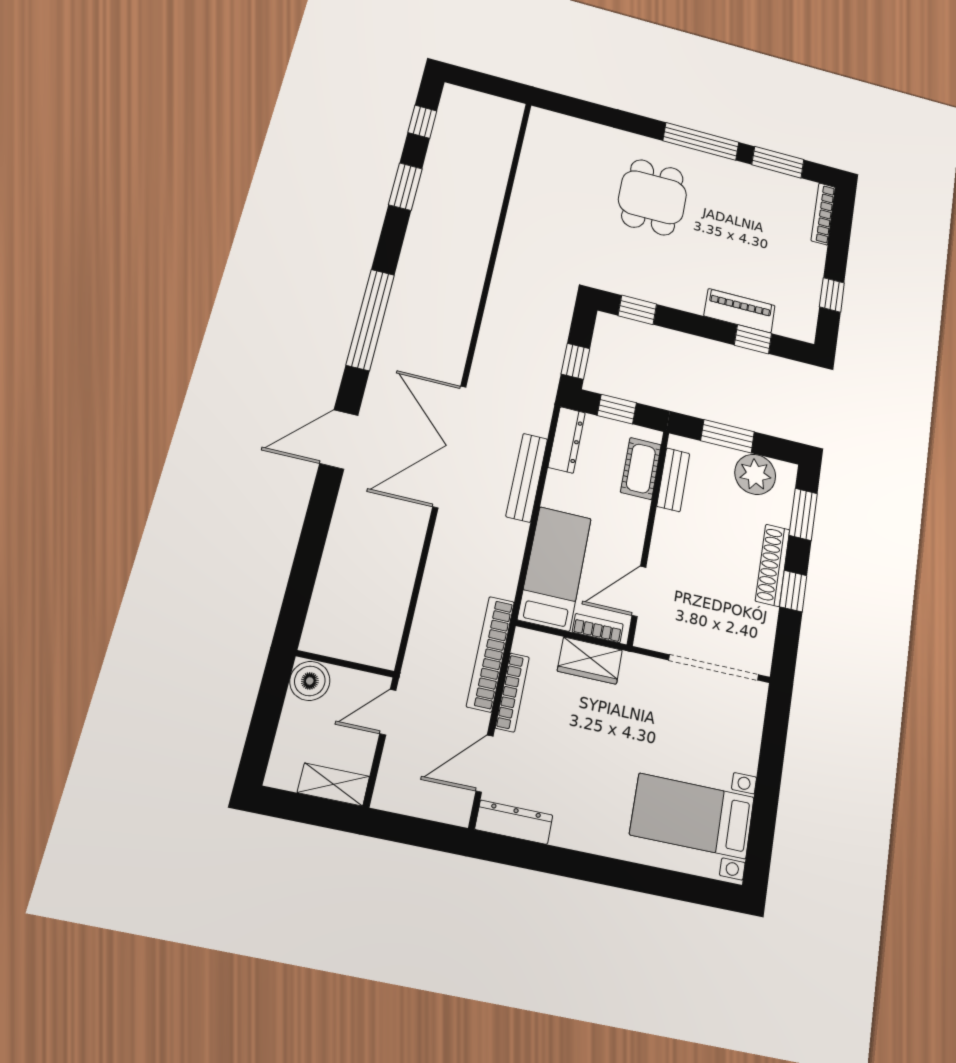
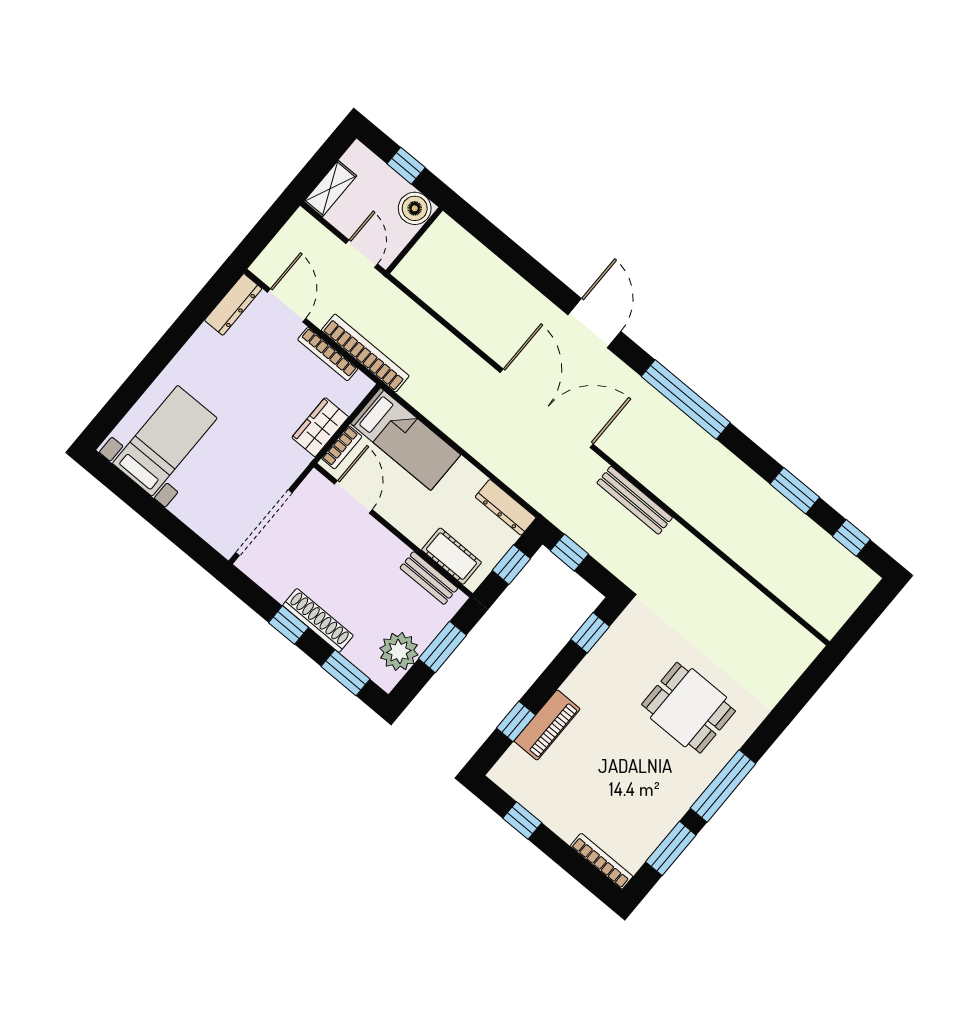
bench: (527, 478) -> (635, 500), moved
window: (267, 714) -> (406, 166), added

